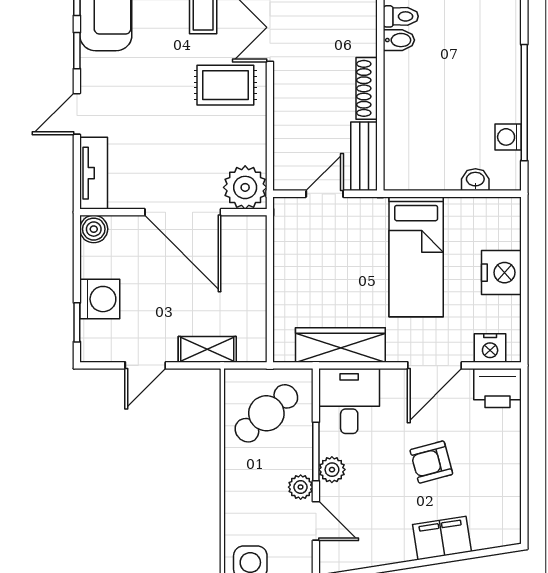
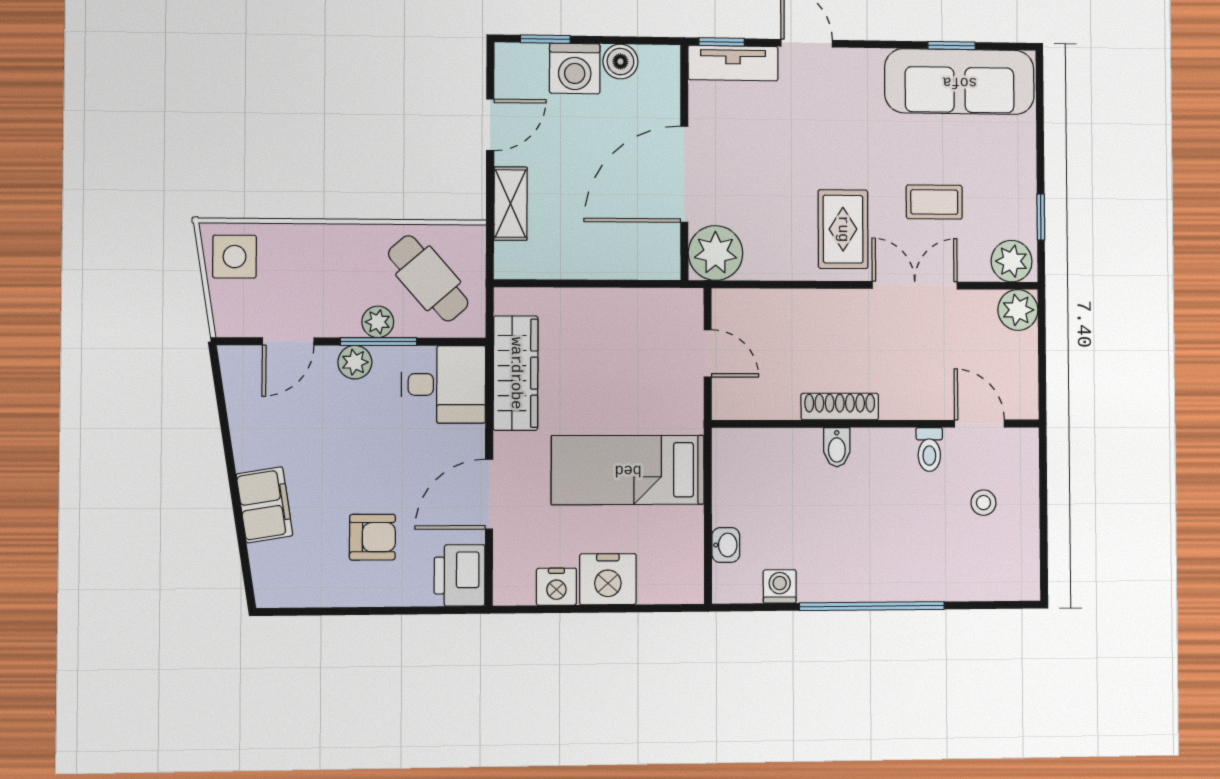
bidet: (399, 40) -> (837, 447), moved
window: (77, 51) -> (722, 42), moved
window: (524, 103) -> (872, 606), moved
bench: (364, 156) -> (755, 403), removed
boiler: (94, 229) -> (620, 62), moved
nightstand: (490, 348) -> (556, 587), moved, turned -90
door: (145, 365) -> (490, 125), swing flipped
door: (435, 365) -> (489, 494), hinge flipped
armchair: (431, 462) -> (372, 537), moved, turned 105
plant: (301, 487) -> (378, 322), moved

